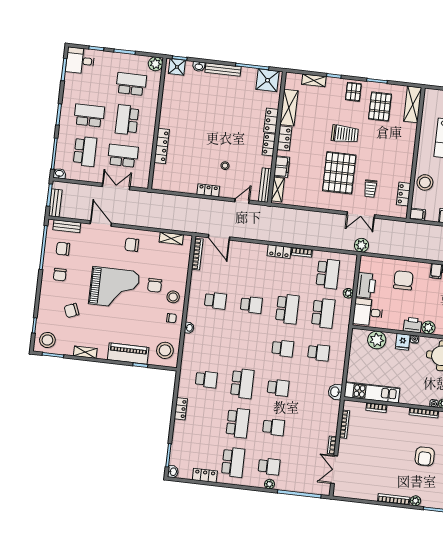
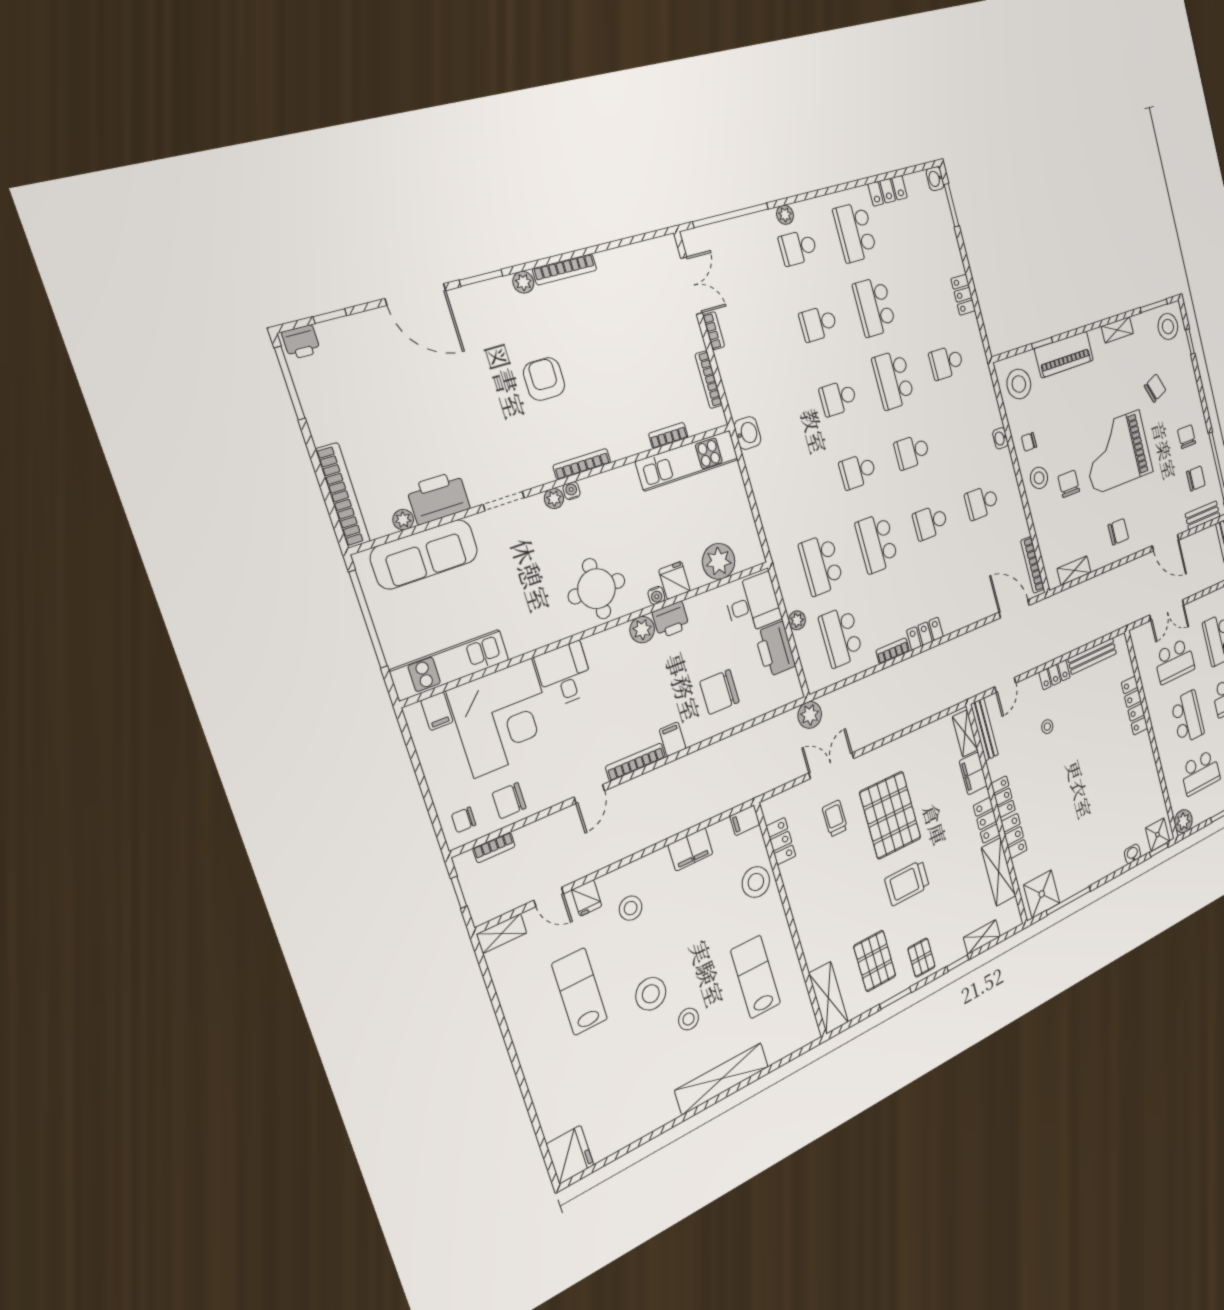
bench: (223, 69) -> (1092, 656), moved
chair: (403, 280) -> (719, 692), turned 90
school desk: (319, 352) -> (912, 452), moved

